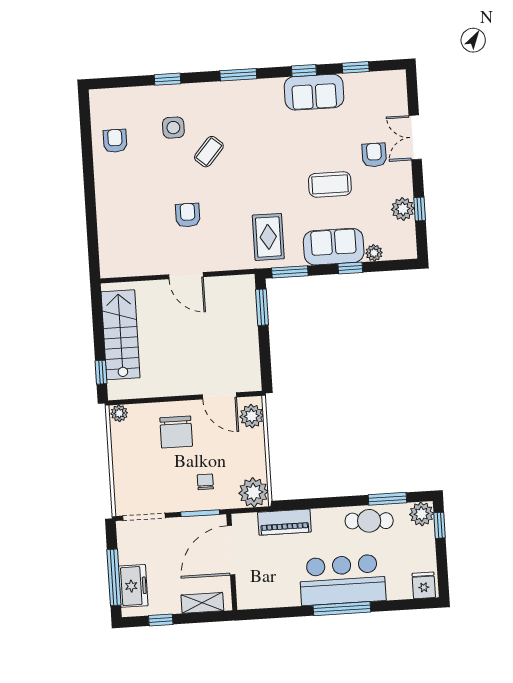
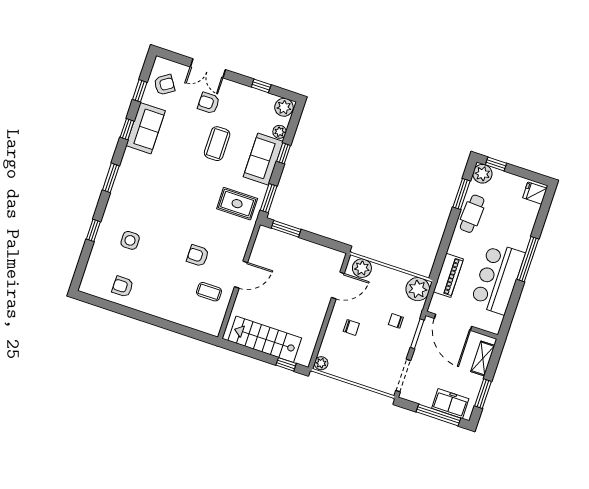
armchair: (375, 94) -> (164, 85), added
coffee table: (209, 152) -> (209, 292), moved, turned -41
plant: (403, 209) -> (284, 107), moved
chair: (176, 432) -> (351, 327), width x0.54, depth x0.54
bar counter: (342, 580) -> (498, 278), moved
window: (161, 620) -> (483, 394), width x1.50

